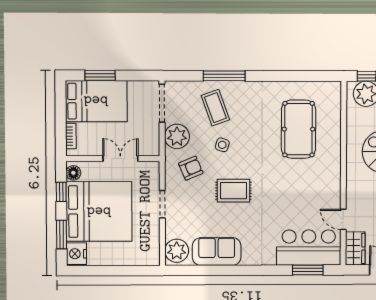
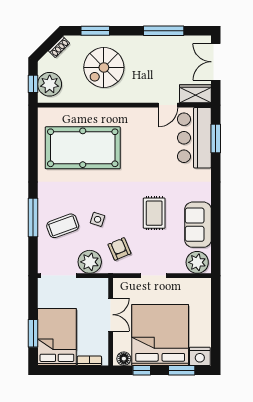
pool table: (299, 129) -> (83, 148), width x1.36, depth x1.32
double door: (120, 159) -> (111, 315), swing flipped
rug: (233, 191) -> (154, 213), moved

